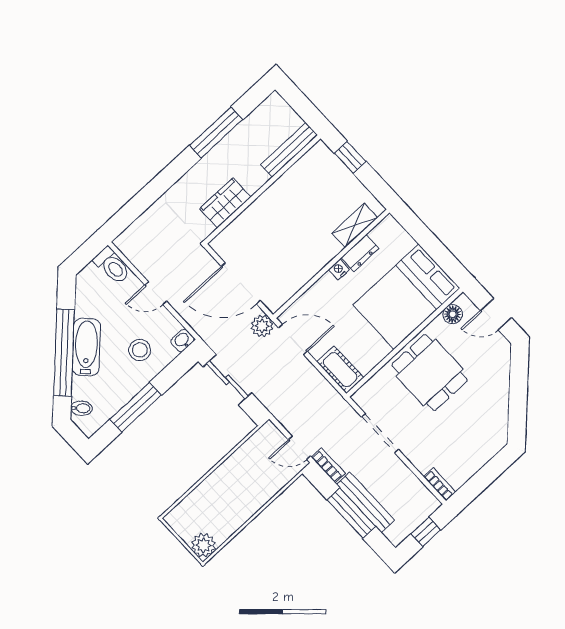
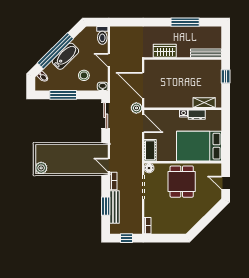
floor lamp: (453, 314) -> (149, 168), moved
window: (351, 513) -> (106, 206), width x0.69

